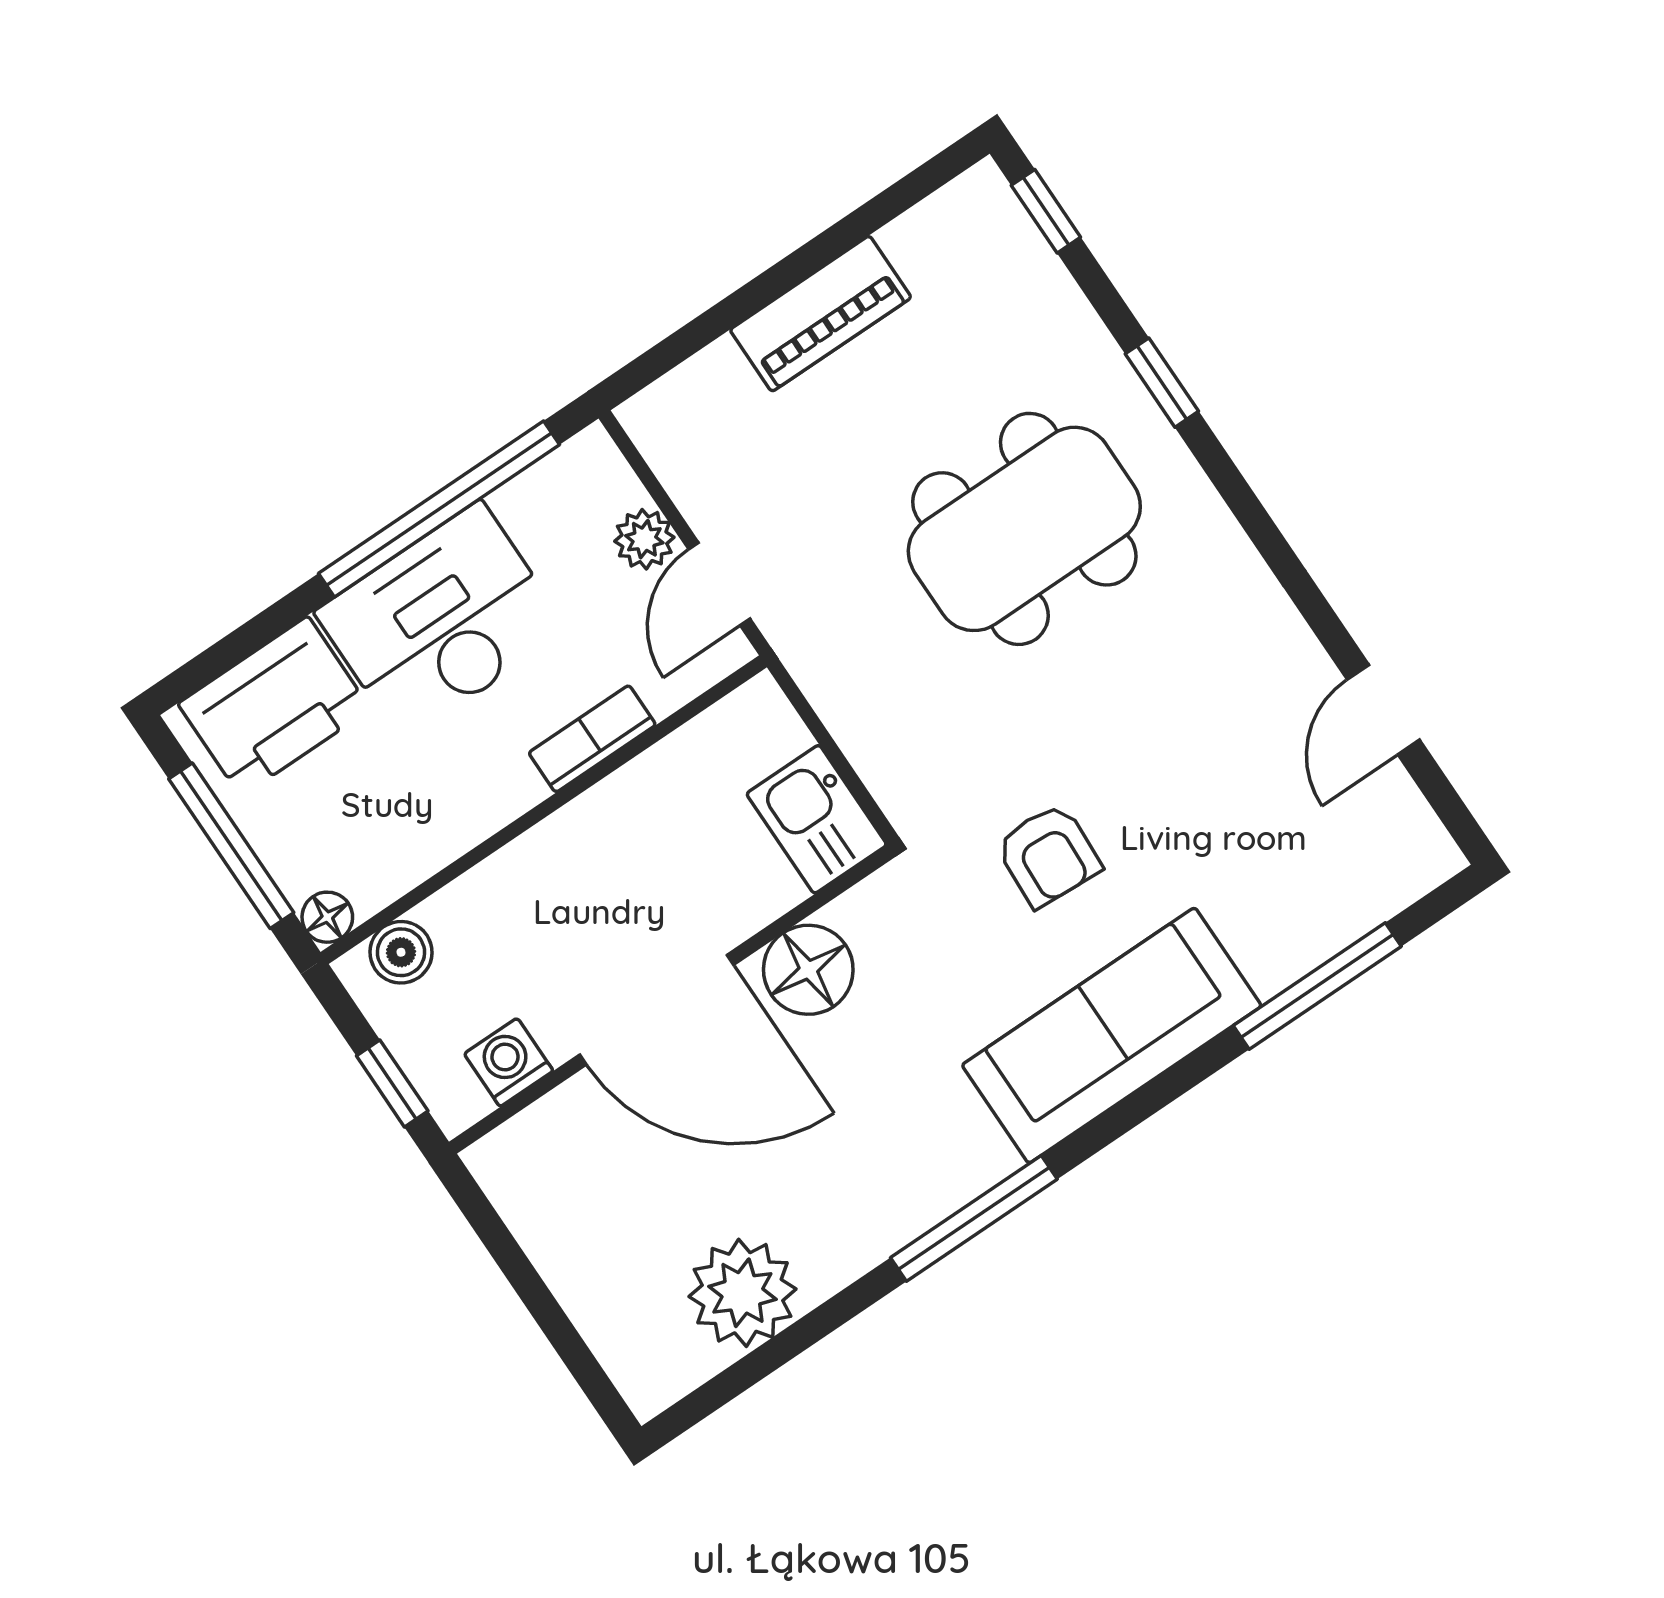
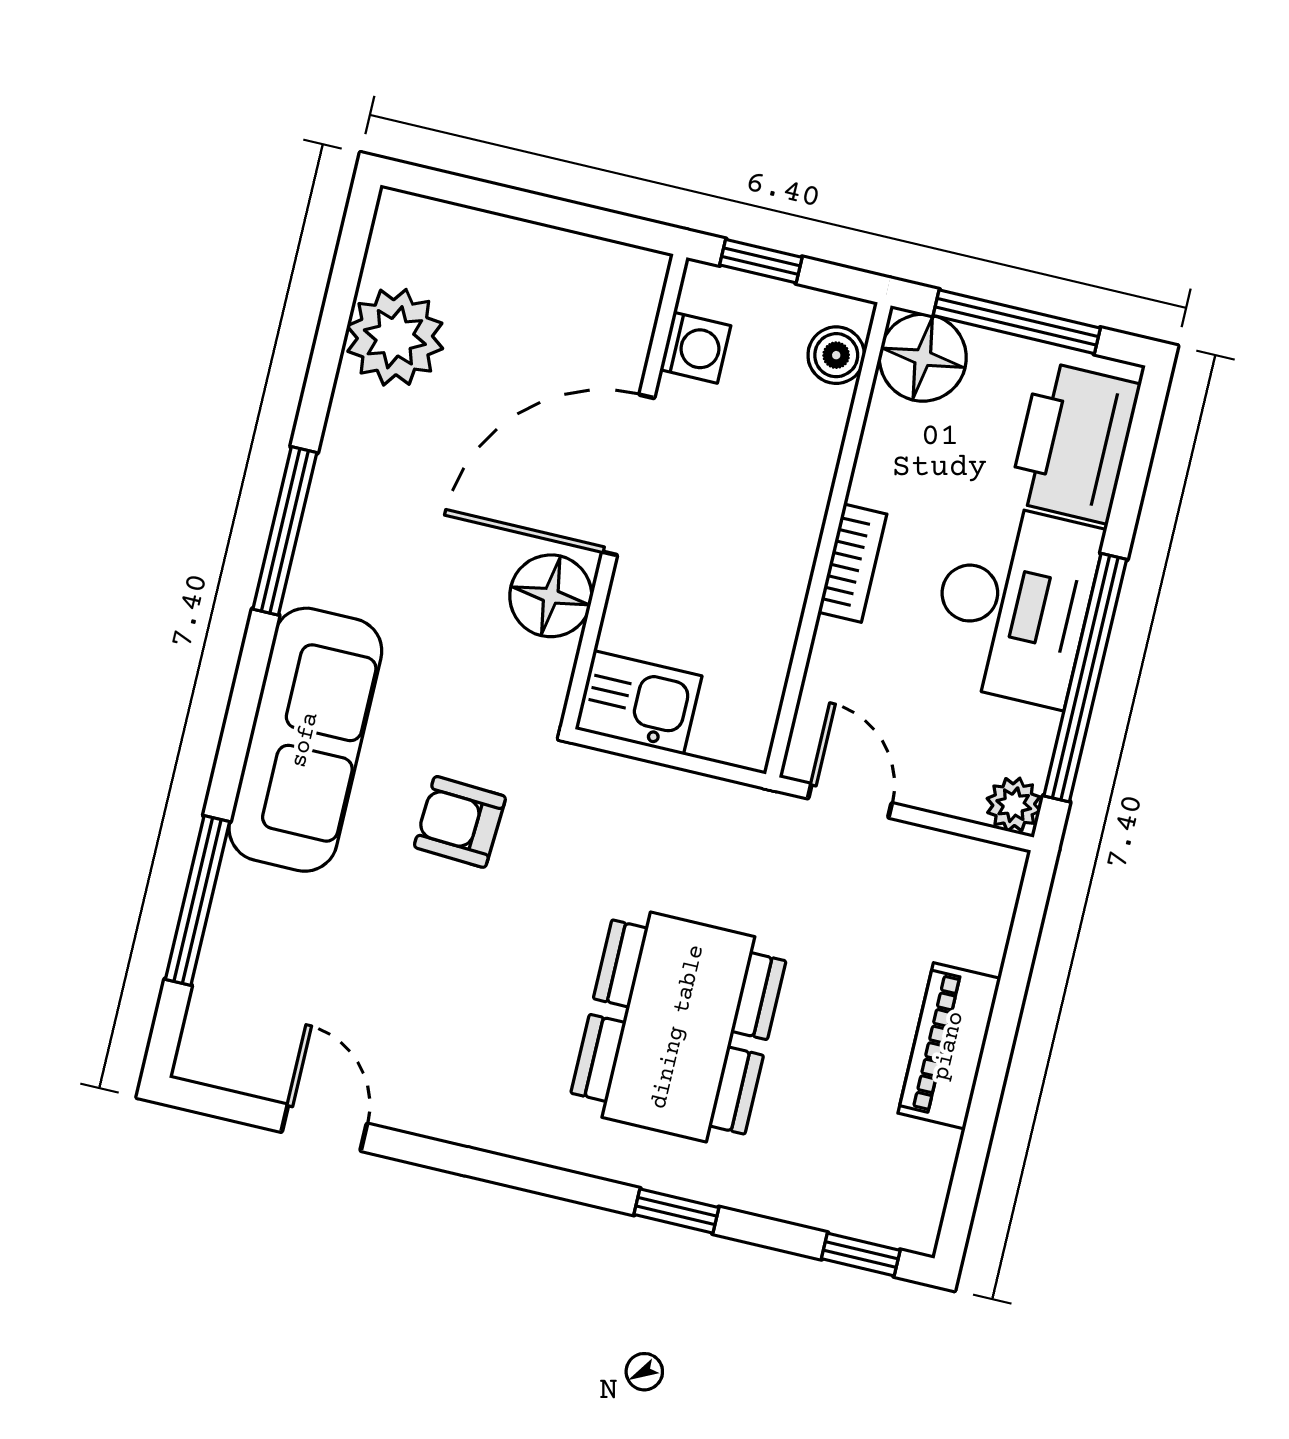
plant: (644, 539) -> (1014, 805), moved
bookcase: (592, 739) -> (852, 563), moved
floor lamp: (327, 917) -> (923, 358), width x1.89, depth x1.89

